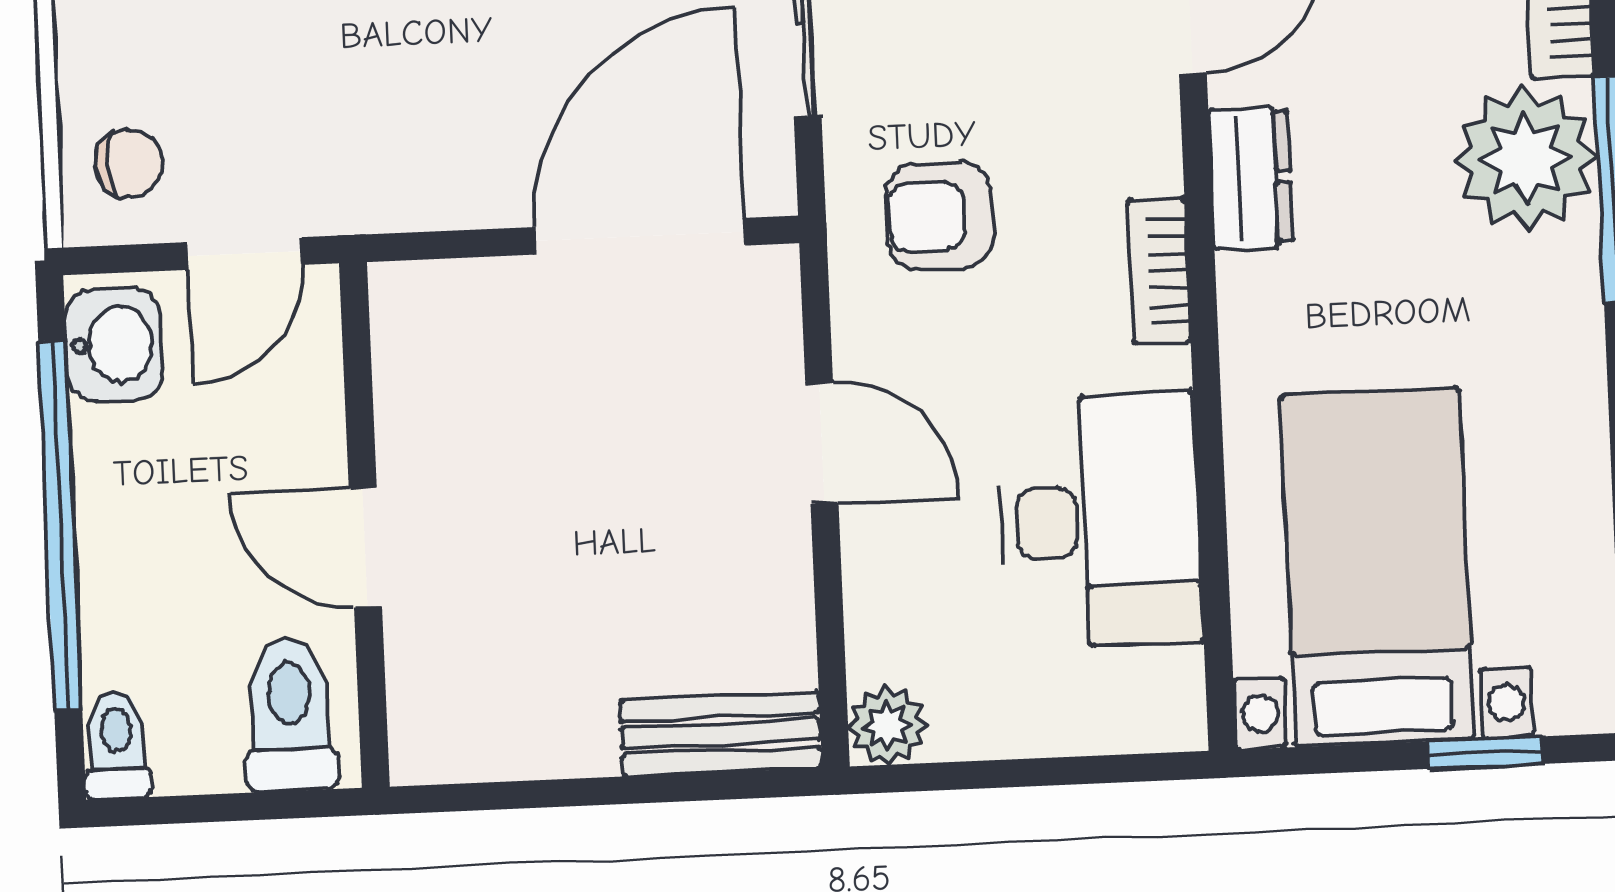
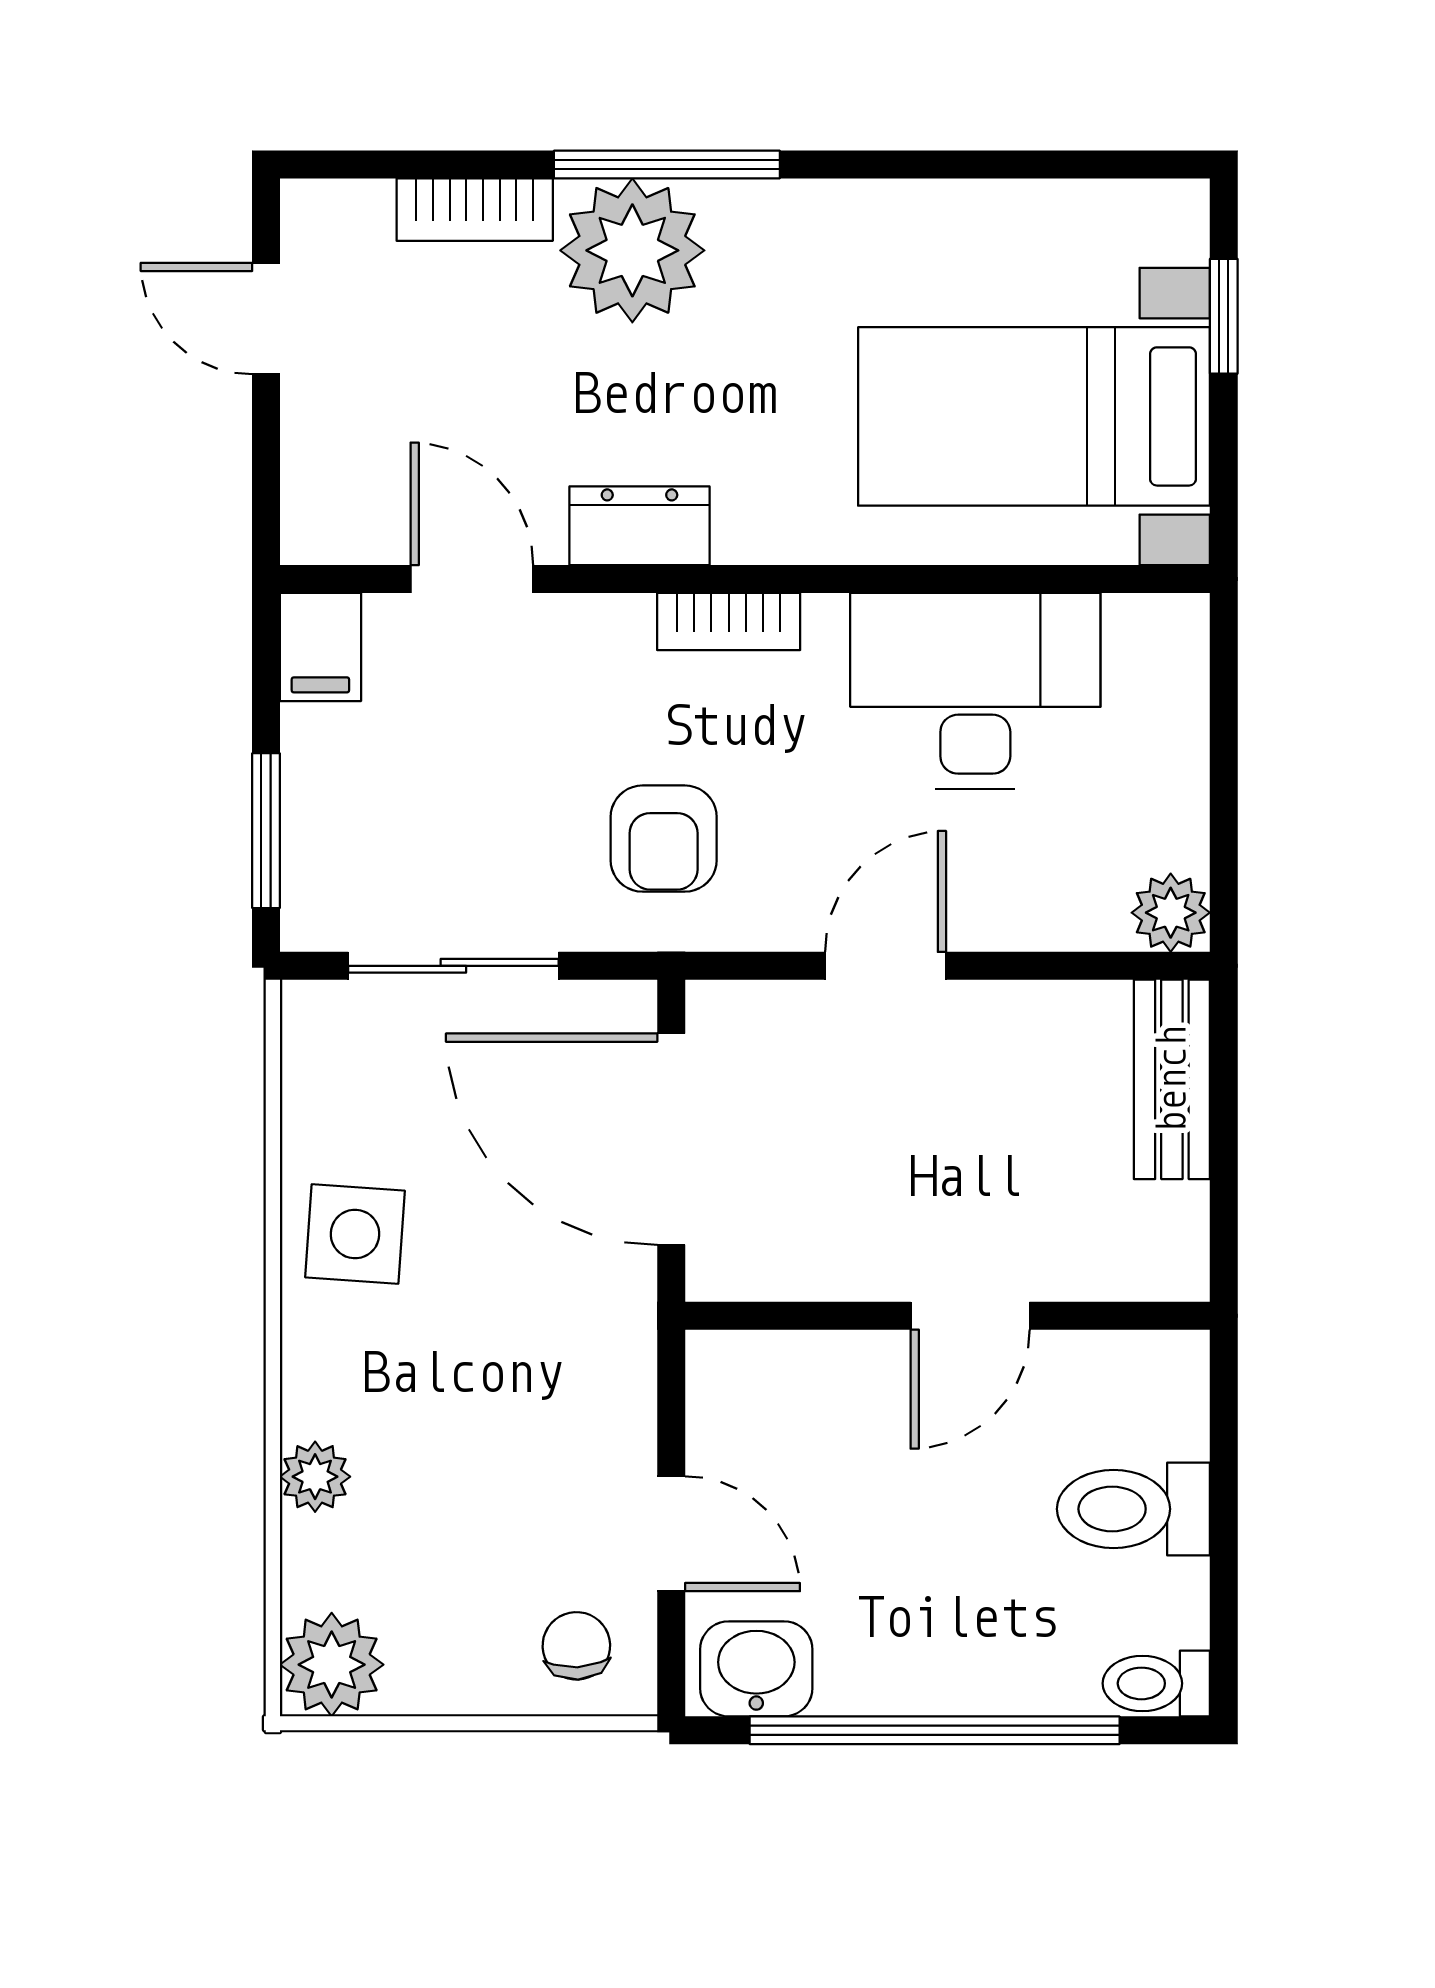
wall: (364, 525) -> (947, 1316), moved
door: (365, 548) -> (970, 1316), moved

